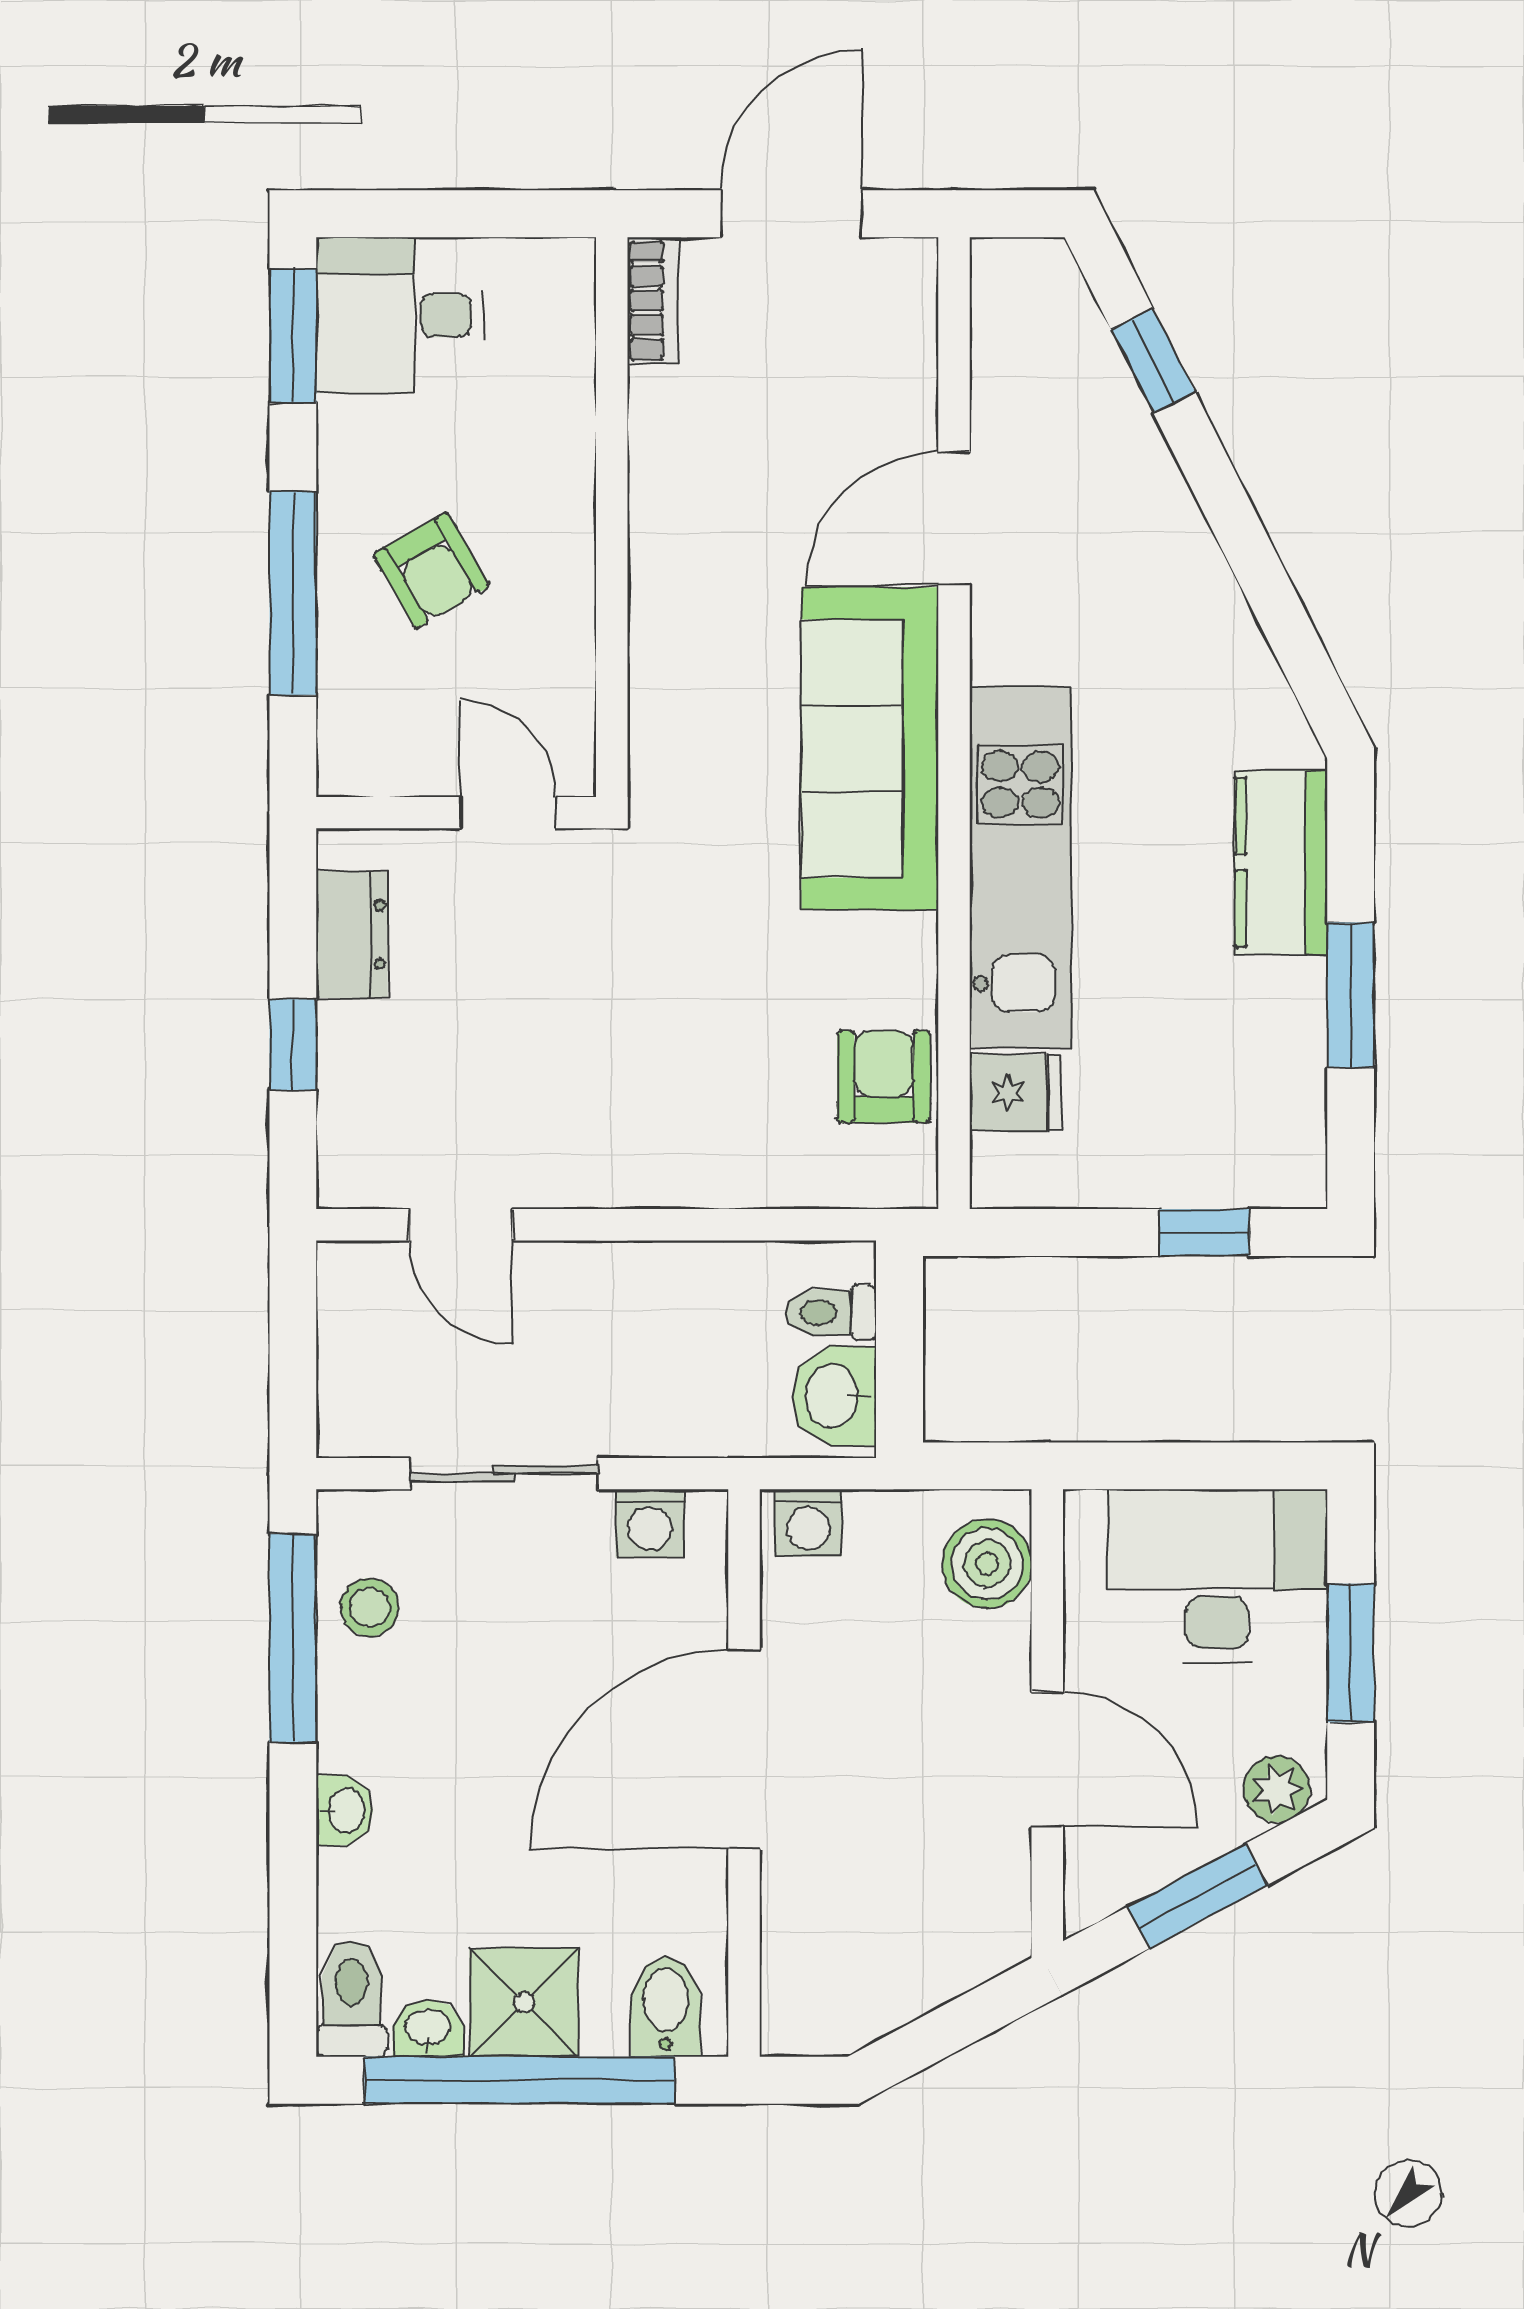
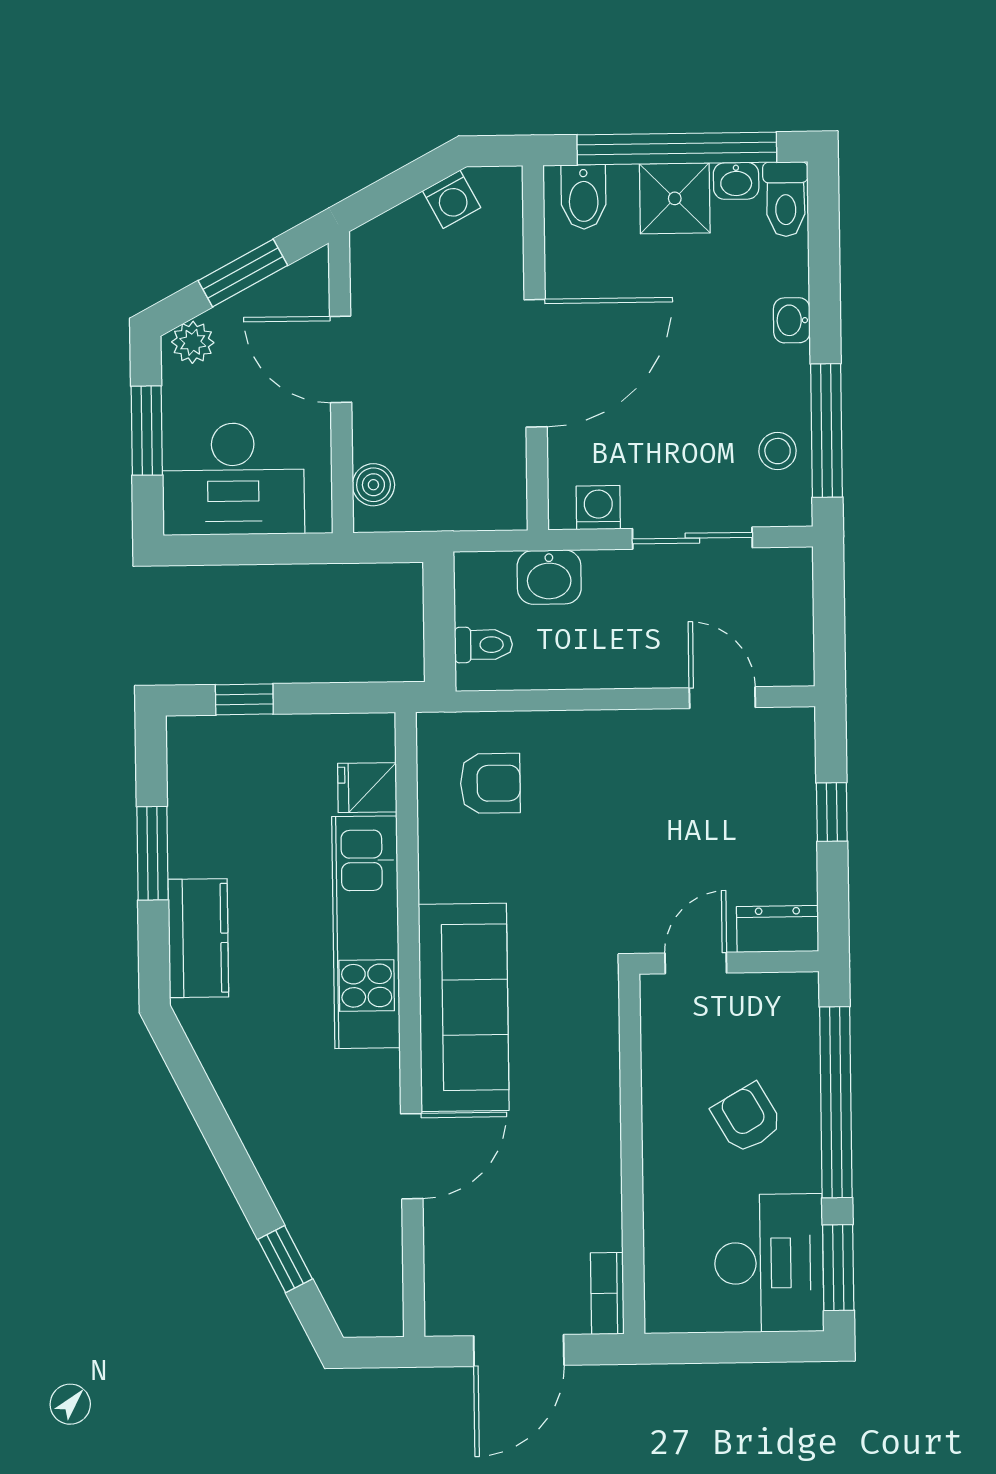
desk: (400, 315) -> (769, 1263), width x1.37
window: (293, 593) -> (836, 1102), width x1.46
door: (508, 813) -> (696, 963), swing flipped
dresser: (352, 934) -> (778, 929), moved, turned 90
armchair: (884, 1076) -> (490, 783), moved, turned -90
washbasin: (834, 1396) -> (549, 577), moved, turned 90
washing machine: (808, 1523) -> (452, 199), moved, turned 152
boiler: (987, 1564) -> (373, 485), width x0.73, depth x0.73

